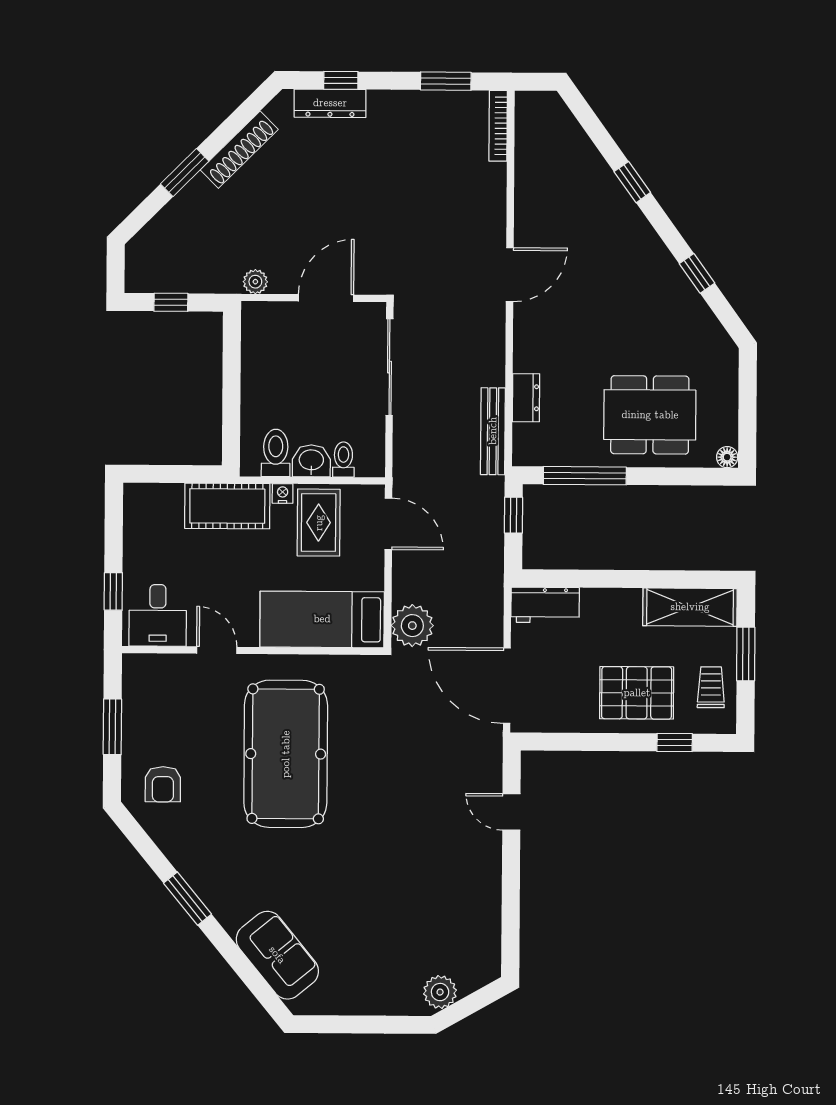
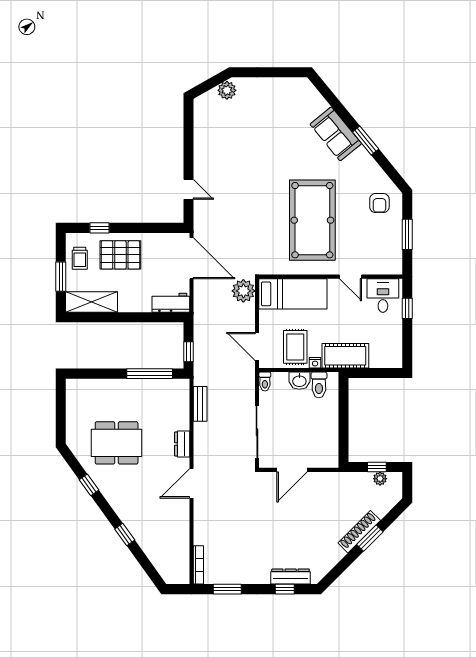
shoe rack: (239, 150) -> (359, 532), moved
plant: (255, 282) -> (380, 479), moved
dresser: (526, 398) -> (182, 444), moved
dining table: (650, 415) -> (117, 443), moved
bench: (493, 431) -> (200, 404), width x0.73
floor lamp: (727, 457) -> (72, 384), removed
toilet: (343, 459) -> (265, 382), moved
armchair: (163, 784) -> (379, 203), turned 180
sofa: (277, 955) -> (336, 134), moved

